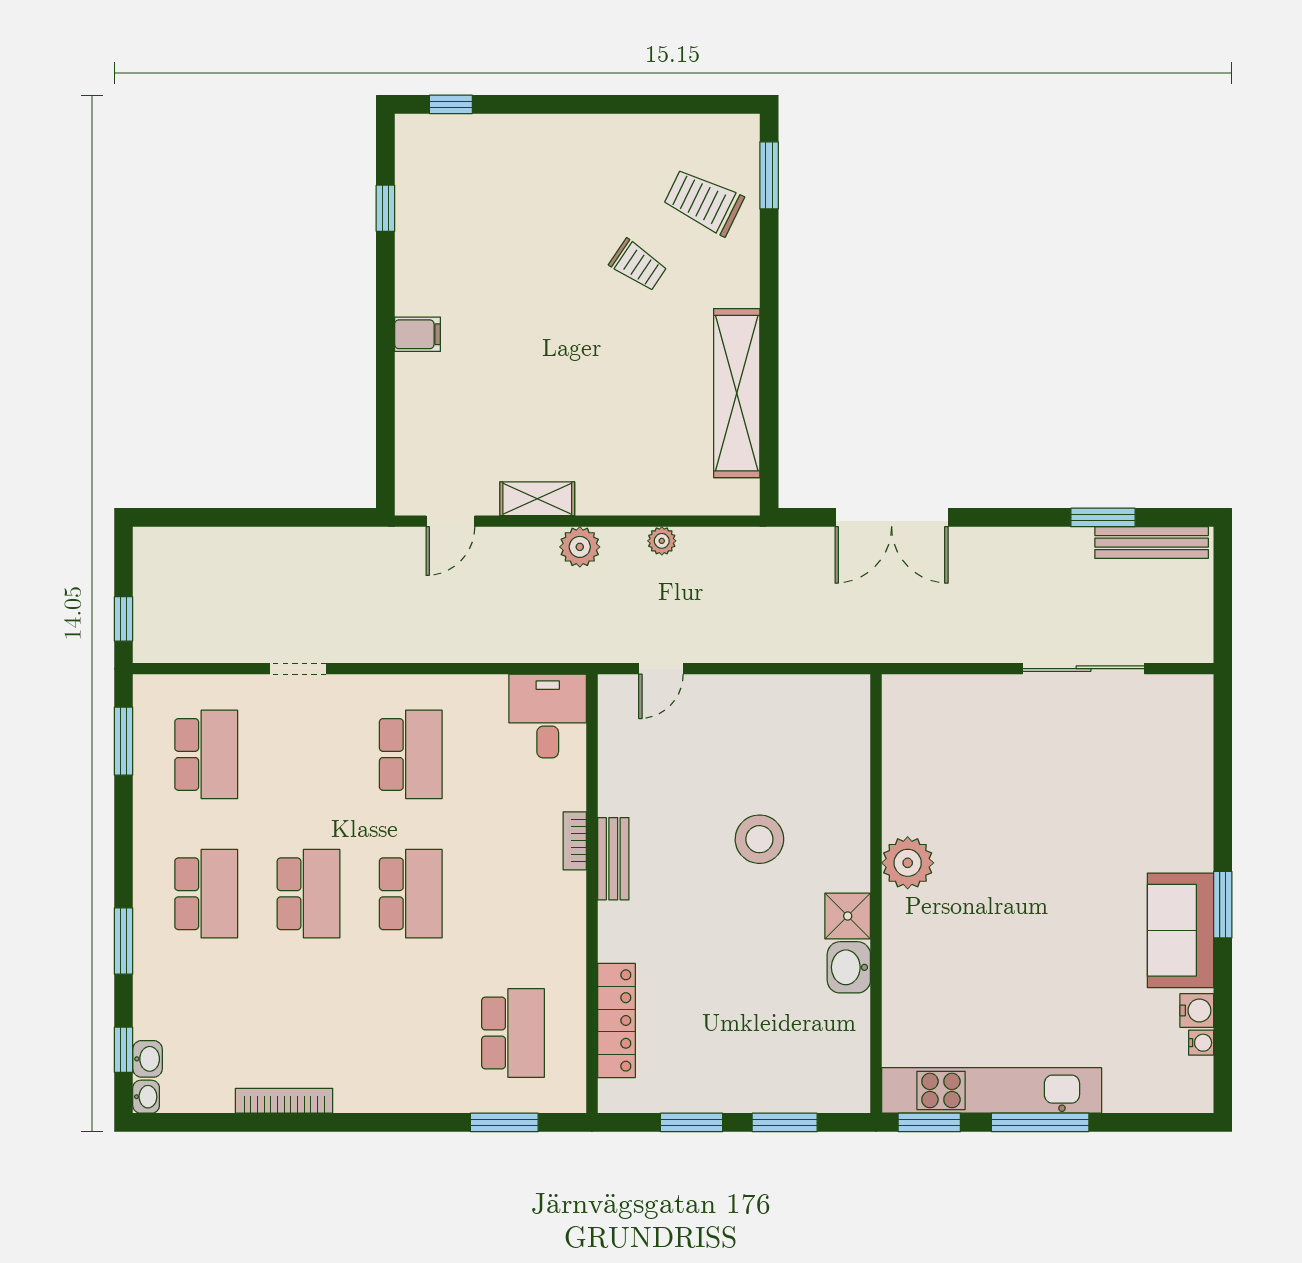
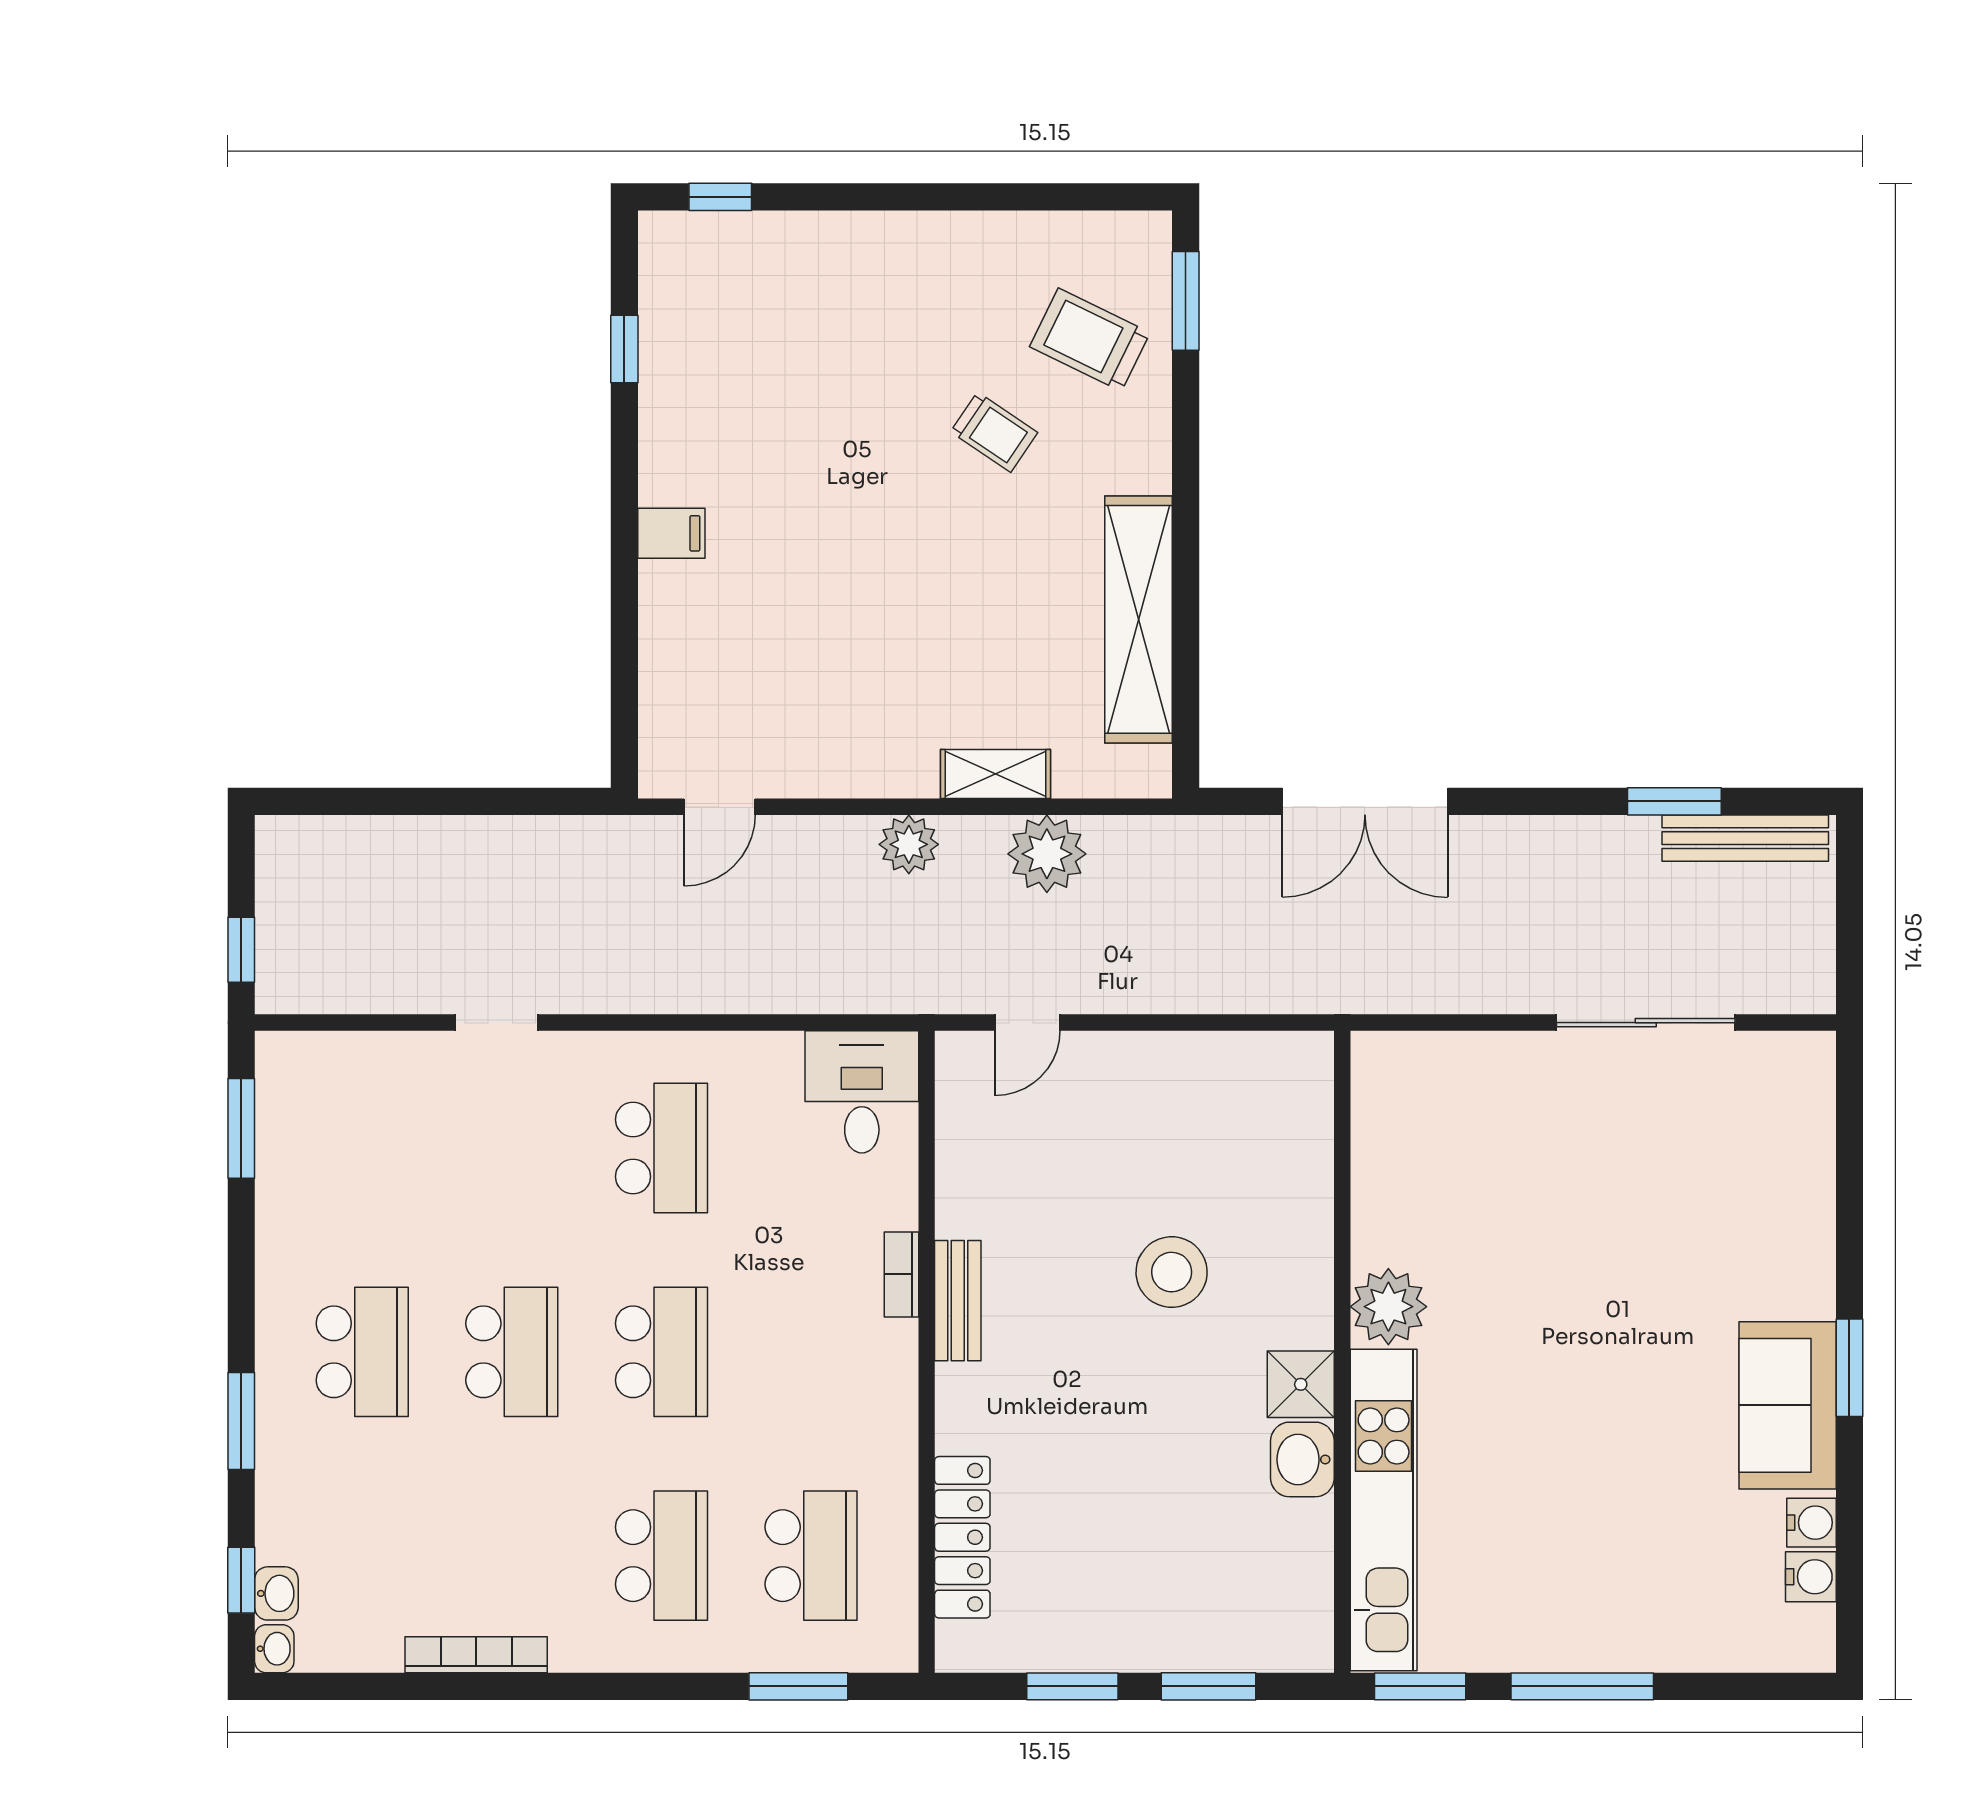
shelving: (537, 499) -> (995, 774), moved
plant: (662, 541) -> (1047, 854), width x1.88, depth x1.88
school desk: (206, 754) -> (661, 1556), moved
water cooler: (1201, 1043) -> (1811, 1577), width x1.38, depth x1.38
kitchen unit: (992, 1090) -> (1384, 1510), moved, turned 90

